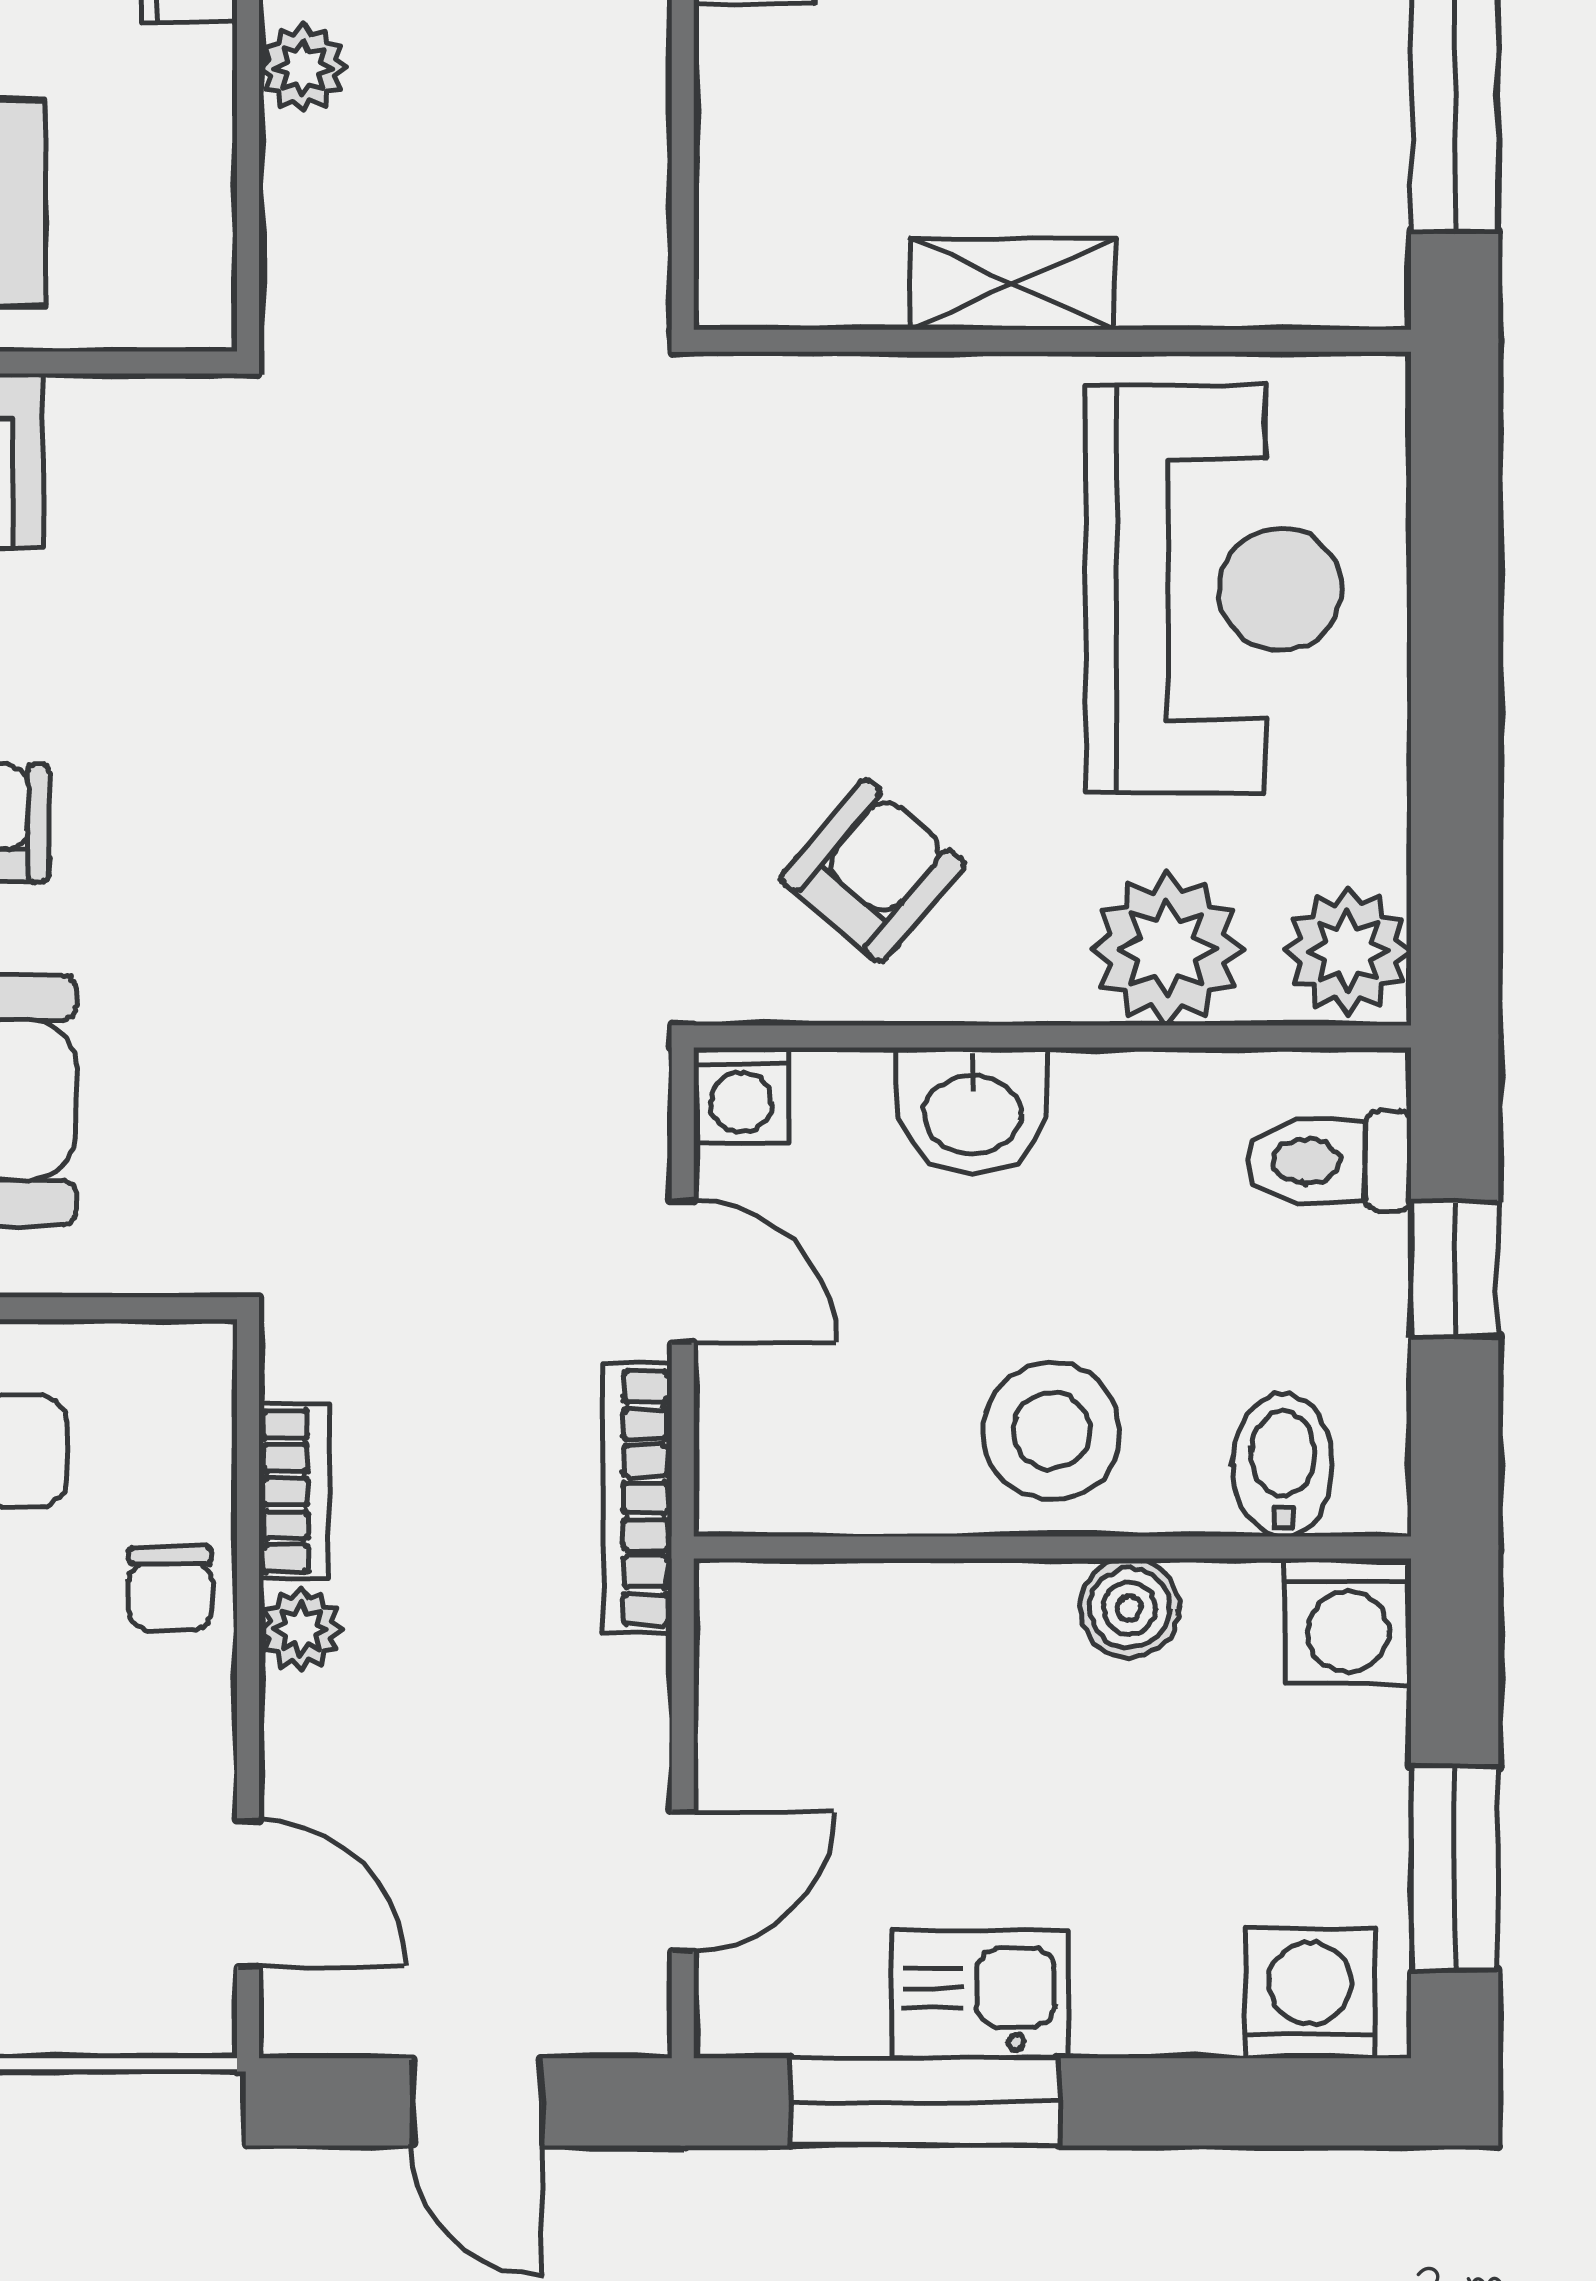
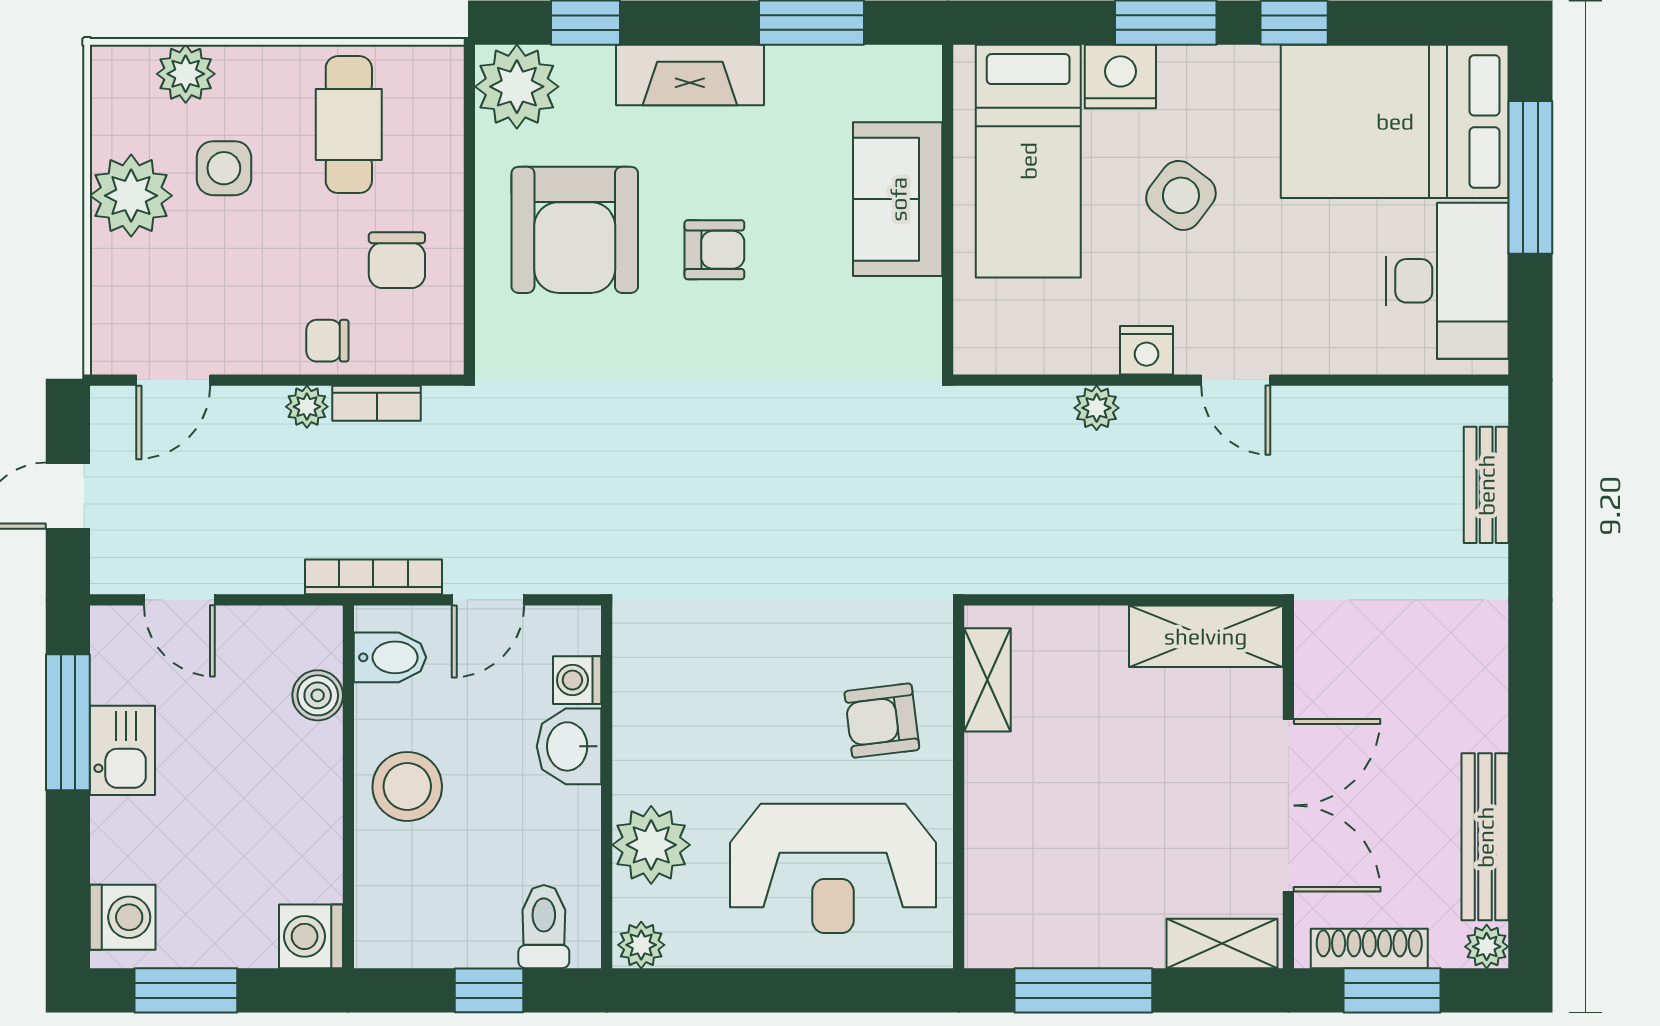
shelving: (1012, 284) -> (987, 680), moved
armchair: (872, 871) -> (882, 721), moved, turned 133
plant: (1348, 951) -> (641, 945), width x0.73, depth x0.73
washing machine: (741, 1095) -> (577, 680), moved
bidet: (1283, 1465) -> (390, 657), moved
boiler: (1129, 1608) -> (318, 695), moved

